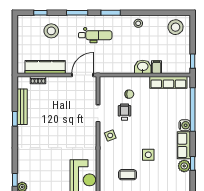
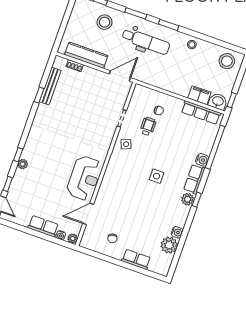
dental chair: (95, 35) -> (146, 41), width x1.36, depth x1.38
washbasin: (143, 67) -> (218, 101), moved
filing cabinet: (157, 67) -> (199, 95), width x2.00
coffee table: (128, 175) -> (129, 188), removed

